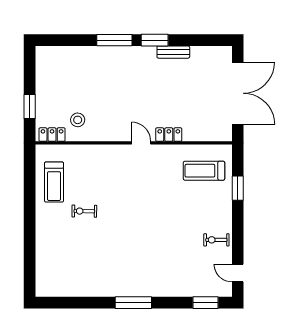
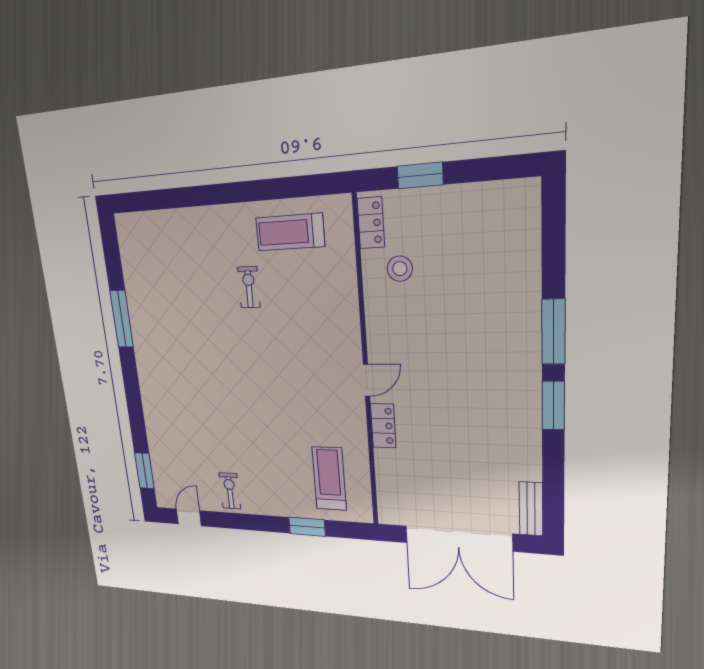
bench: (173, 52) -> (531, 509), moved
window: (133, 303) -> (122, 319), moved

